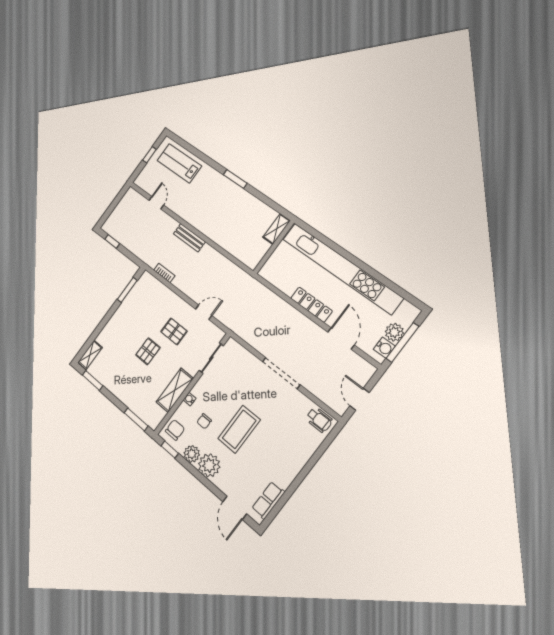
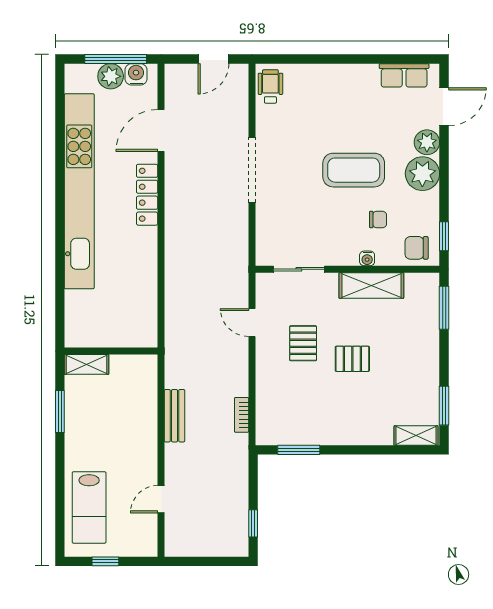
shelving: (277, 229) -> (87, 364), moved
wall: (274, 247) -> (111, 351), moved
plant: (192, 454) -> (427, 142), moved

